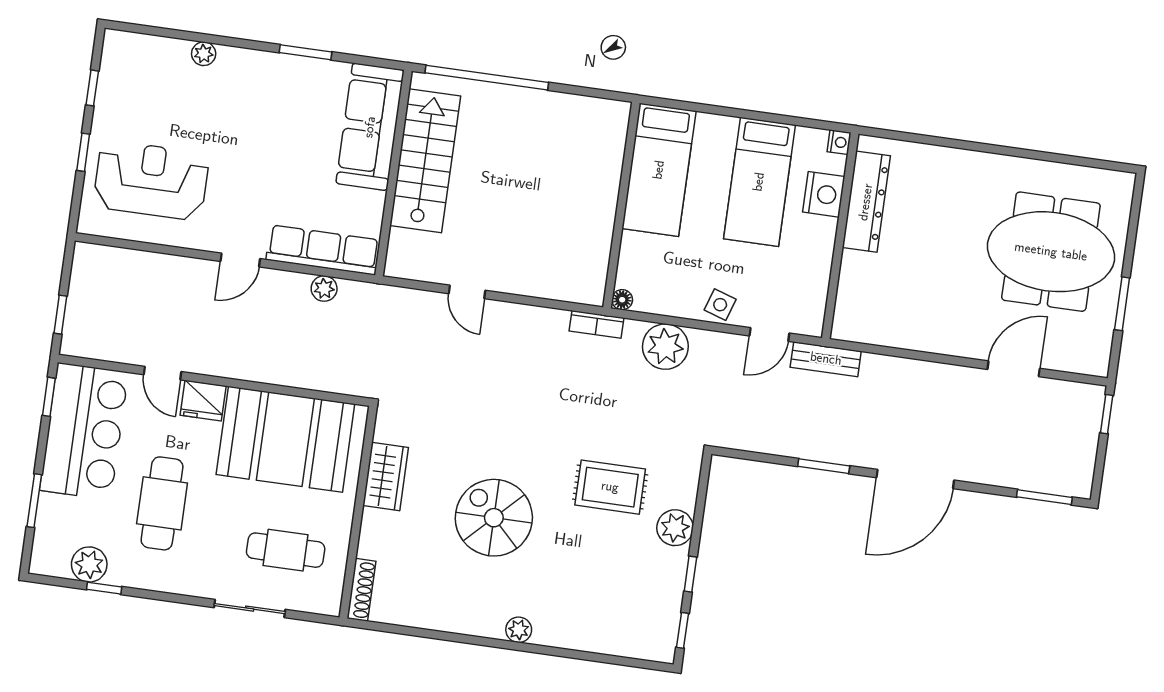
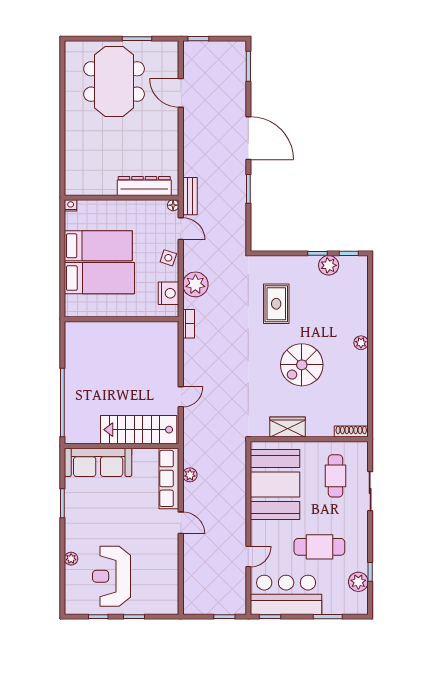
stairs: (425, 161) -> (139, 430), moved
bed: (659, 170) -> (99, 278), moved
reception desk: (151, 180) -> (112, 576), moved
nightstand: (824, 194) -> (169, 293), moved, turned 90
dresser: (866, 202) -> (144, 186), moved
floor lamp: (622, 300) -> (173, 205), moved
fridge: (203, 401) -> (260, 532), removed
plant: (675, 528) -> (329, 265), moved

